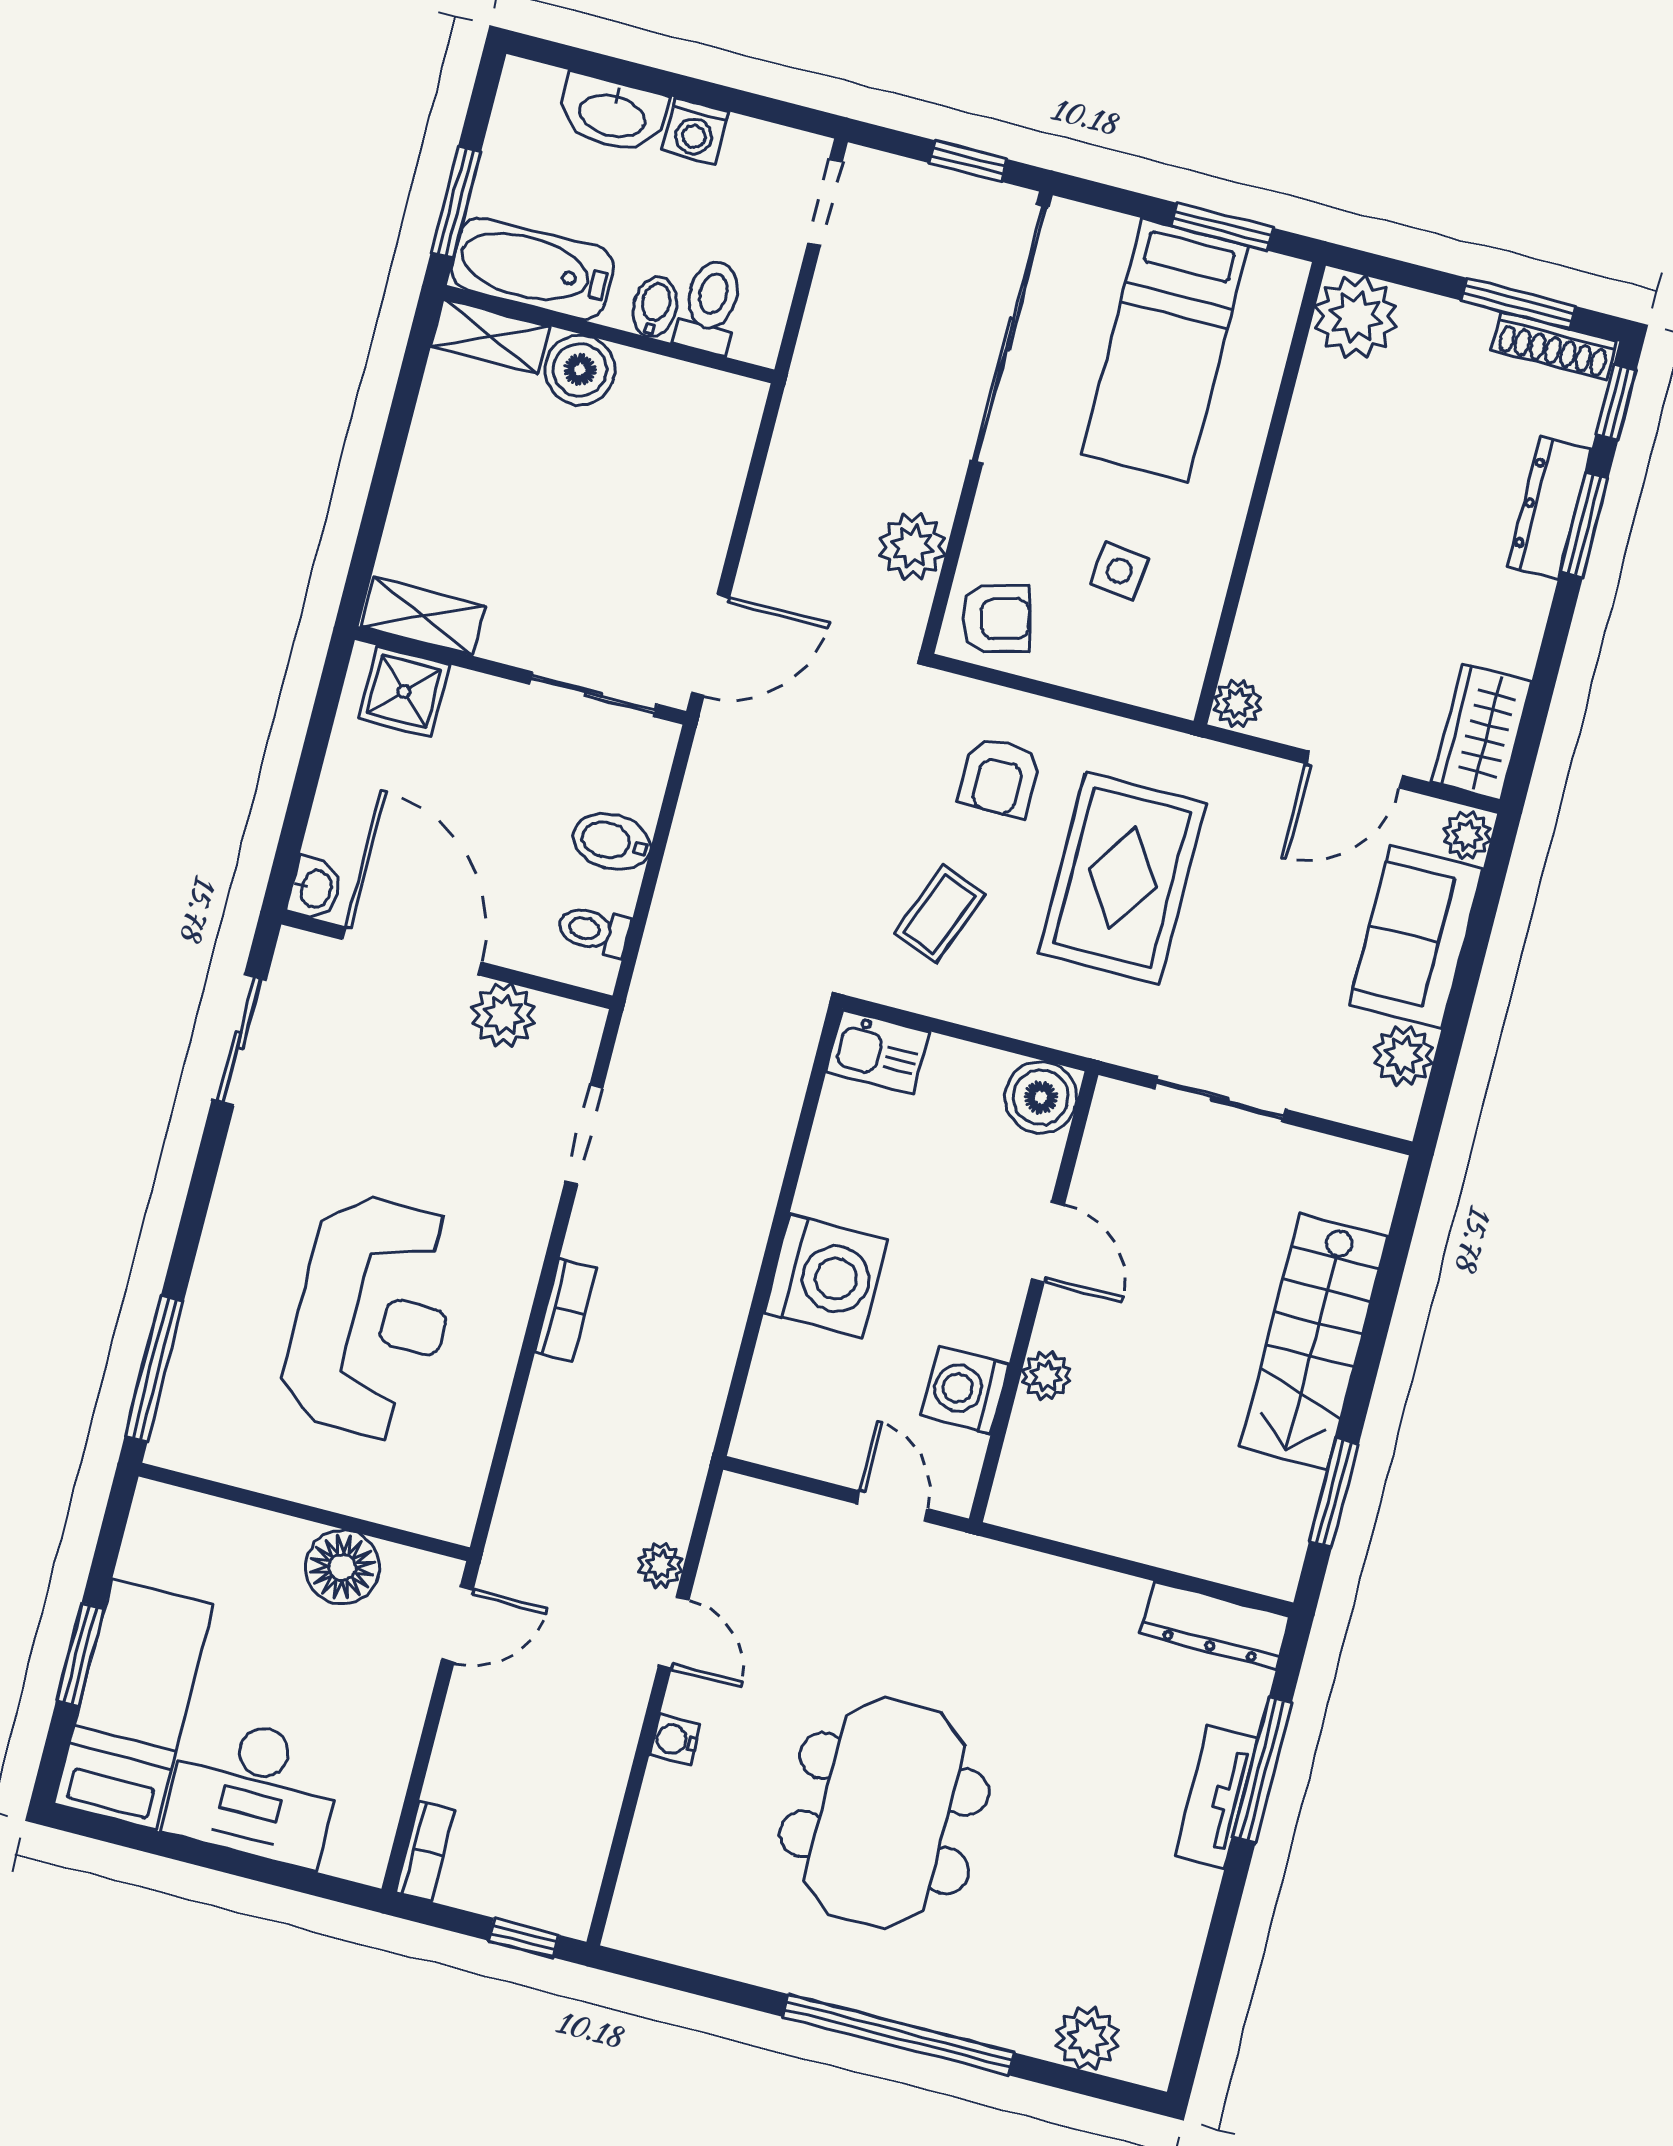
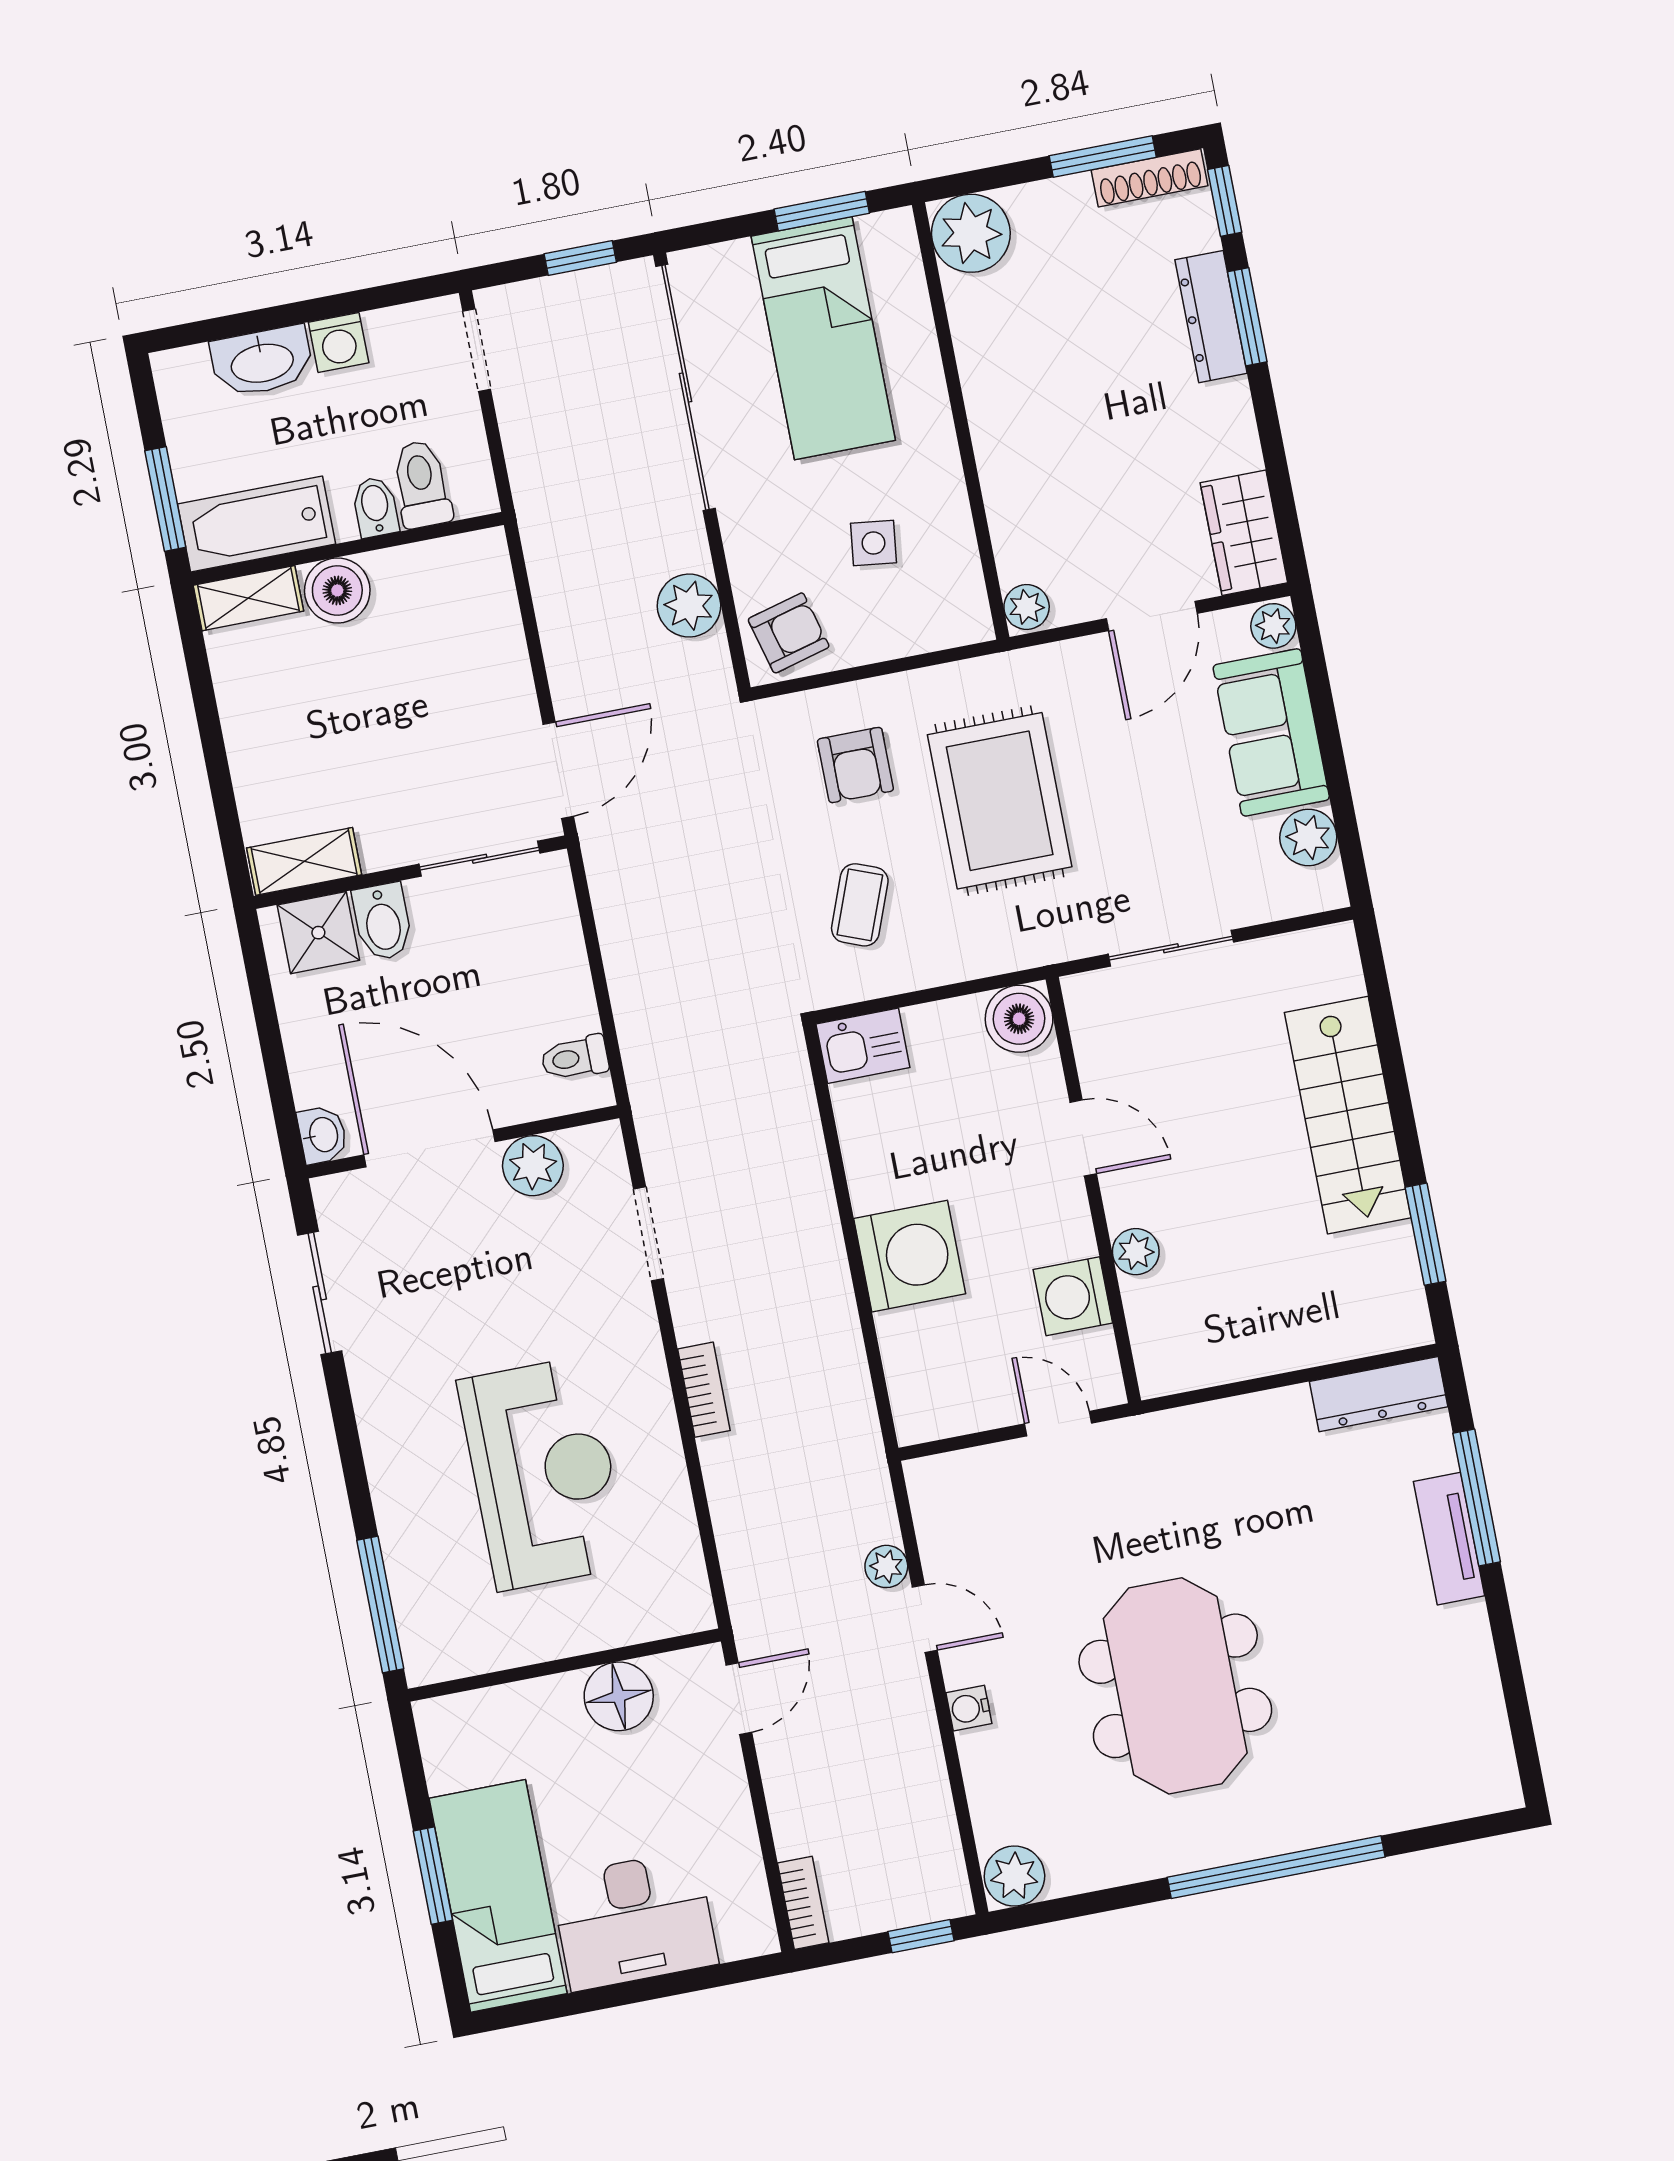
bidet: (612, 842) -> (383, 922), moved, turned -90
plant: (1087, 2038) -> (1014, 1876), moved

